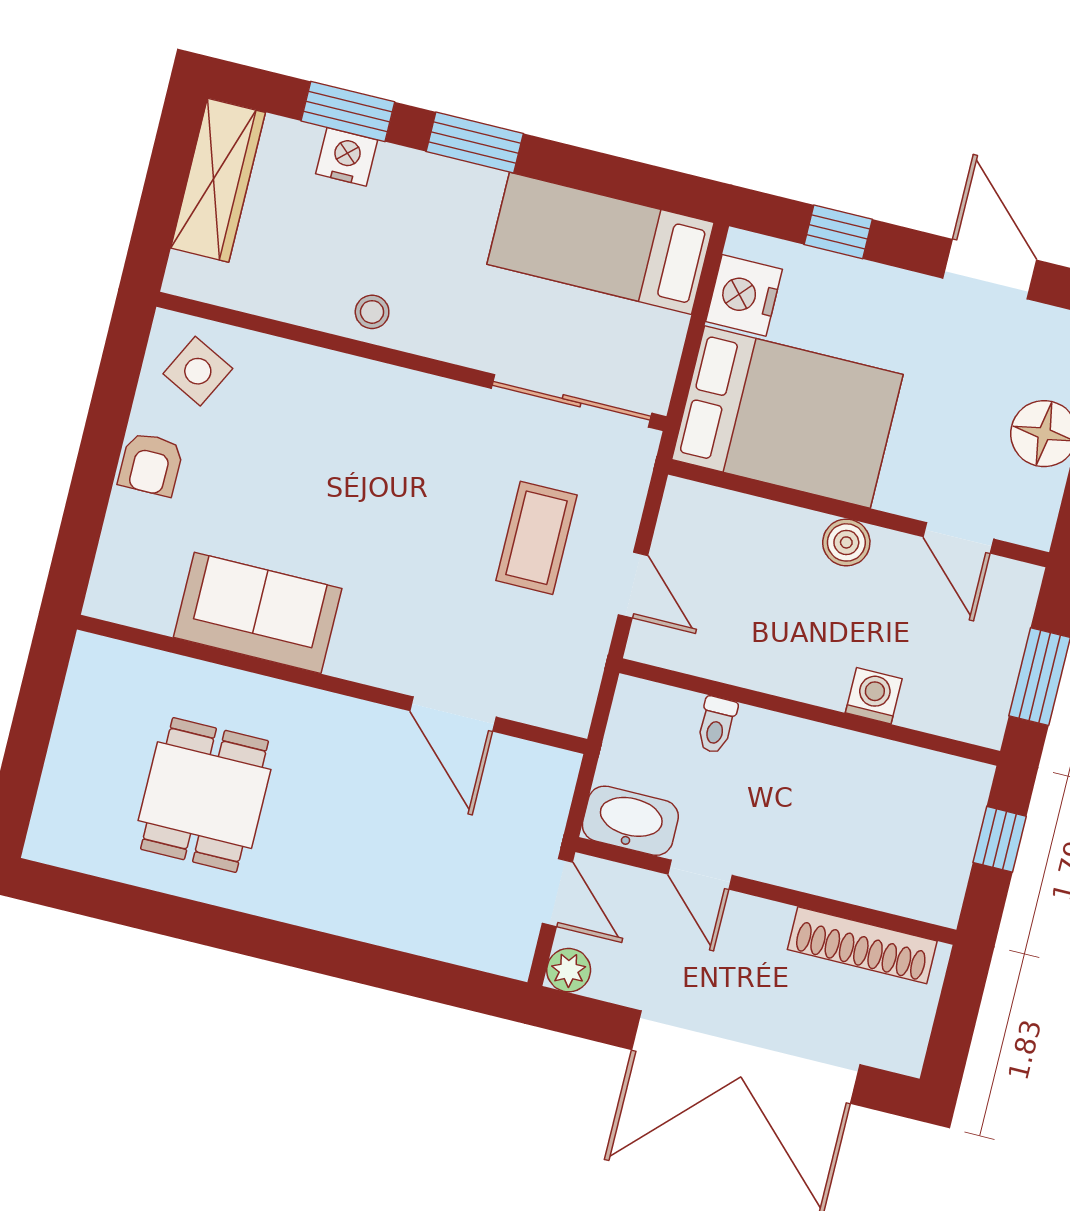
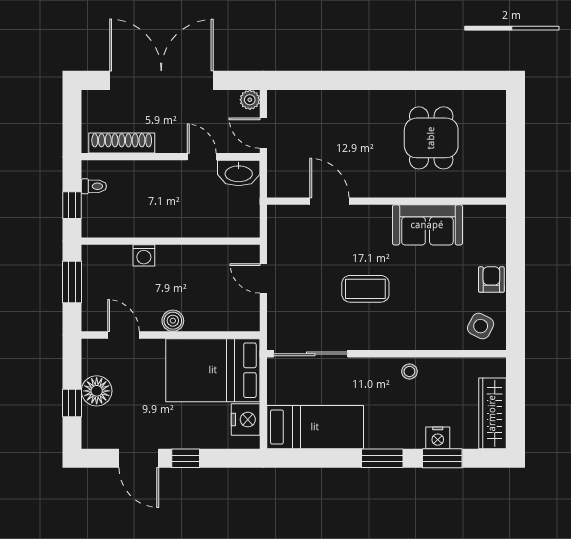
window: (838, 232) -> (186, 458), moved
coffee table: (536, 538) -> (365, 289), moved, turned 90
toilet: (716, 725) -> (94, 186), moved, turned 90

